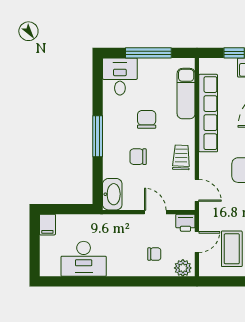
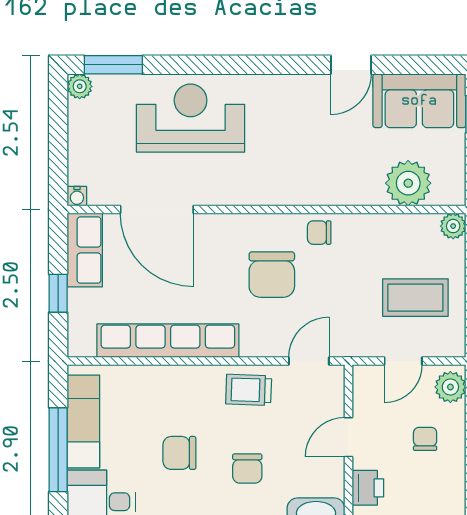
exam couch: (186, 94) -> (83, 421), moved, turned -90
printer: (185, 223) -> (368, 488), moved
door: (197, 242) -> (403, 361), swing flipped

